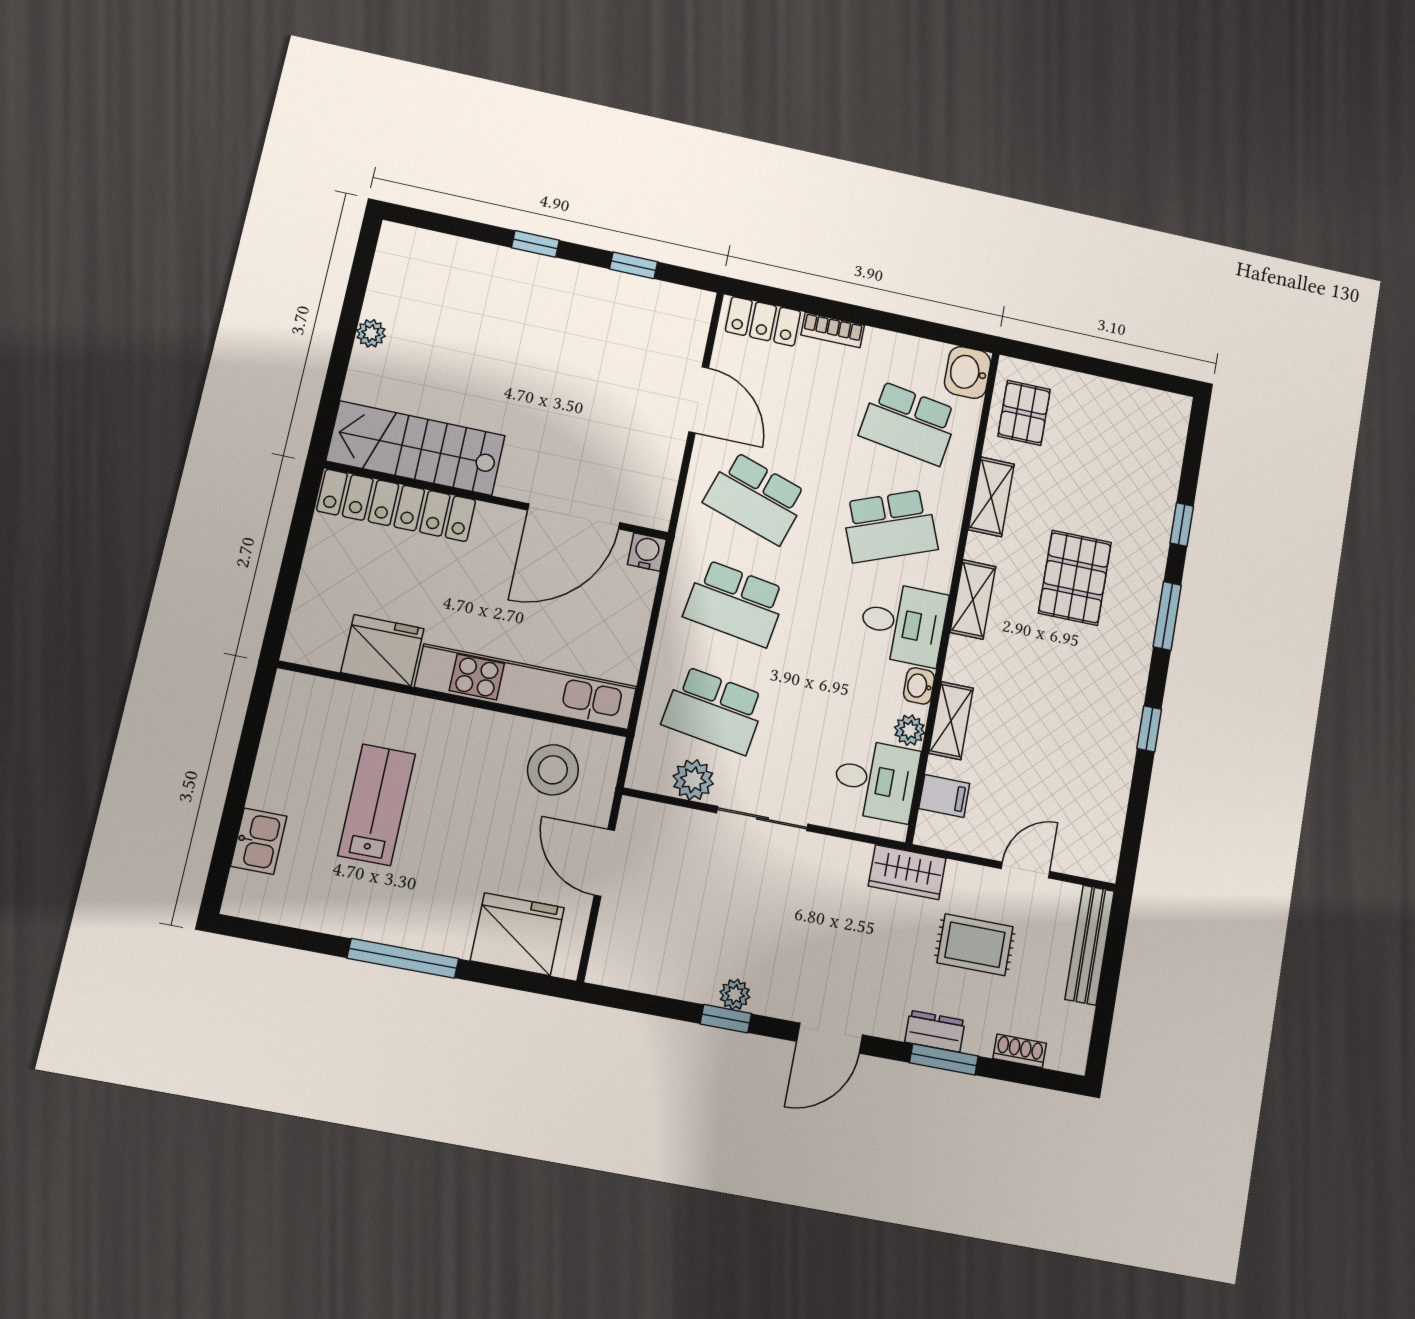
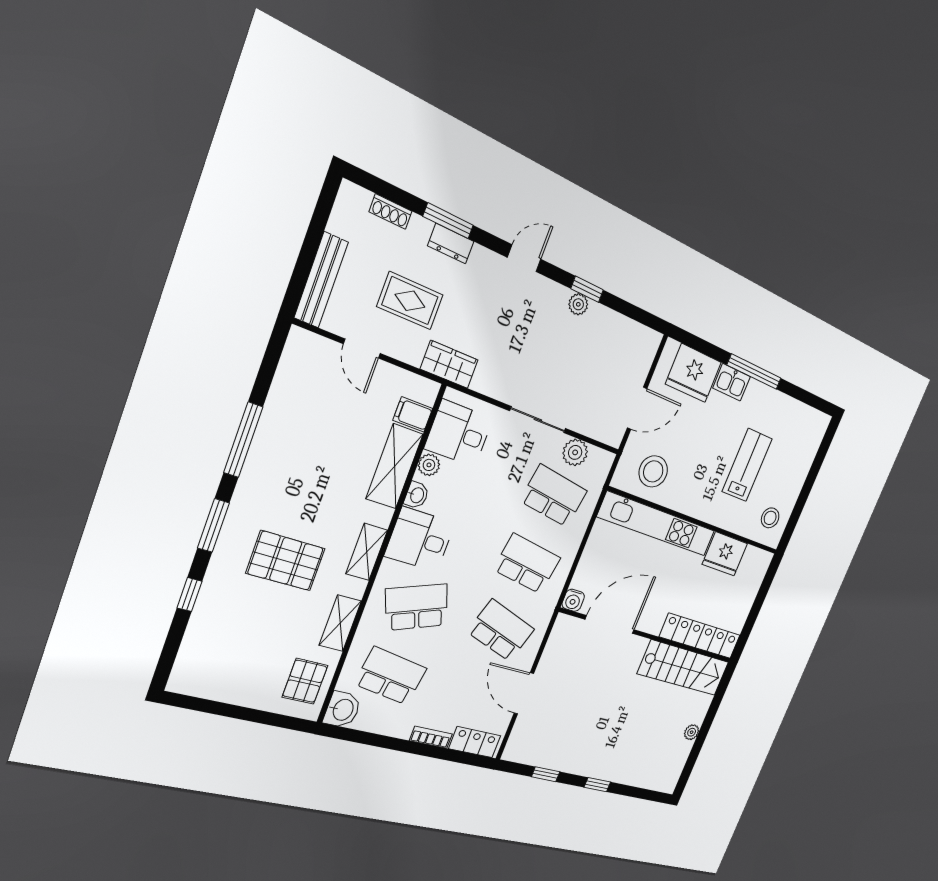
pallet: (1075, 578) -> (286, 561), turned 90
shelving: (951, 721) -> (394, 466), width x1.50, depth x1.33
stool: (305, 722) -> (770, 518), added
window: (1149, 729) -> (243, 440), width x2.17
lab bench: (377, 805) -> (747, 465), turned 180
kitchen sink: (259, 841) -> (732, 382), moved, turned -90
door: (604, 863) -> (637, 408), hinge flipped
door: (1026, 870) -> (362, 349), hinge flipped
door: (829, 1038) -> (524, 258), width x0.73

